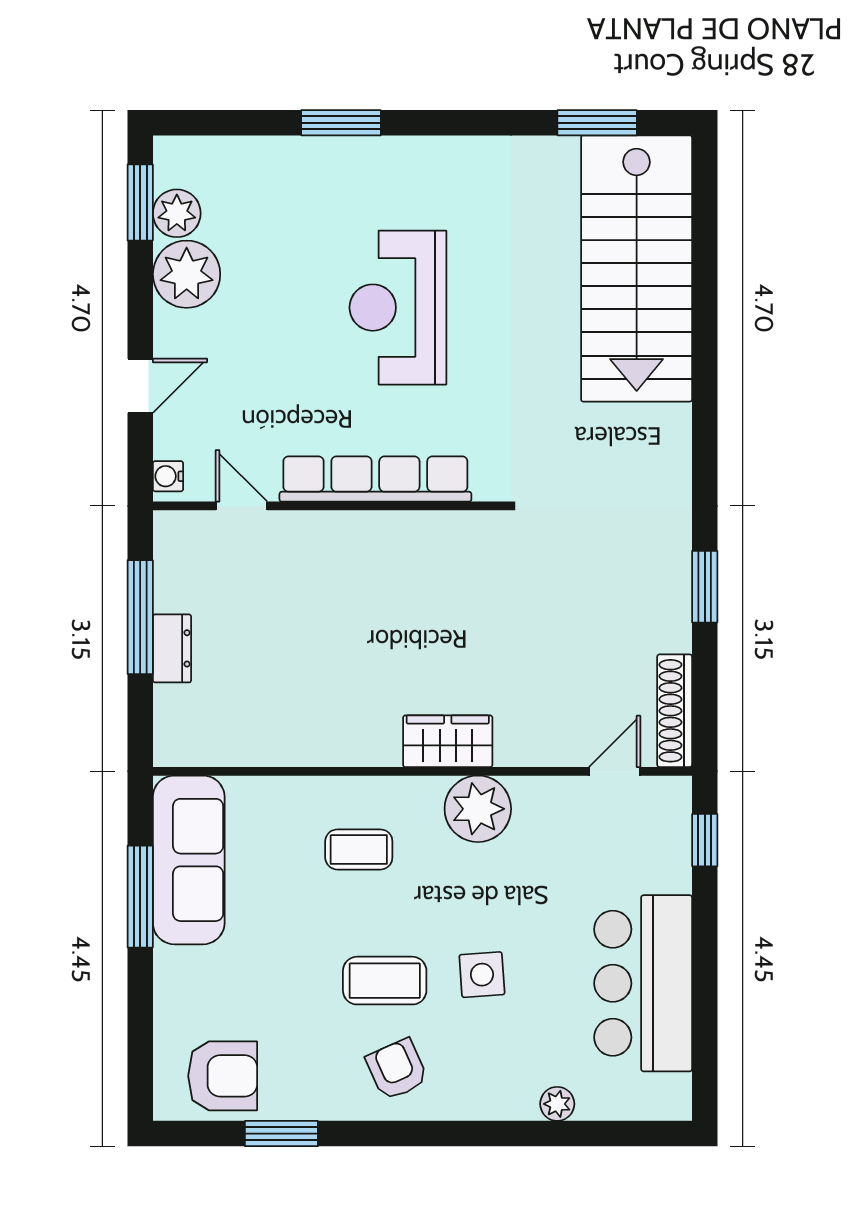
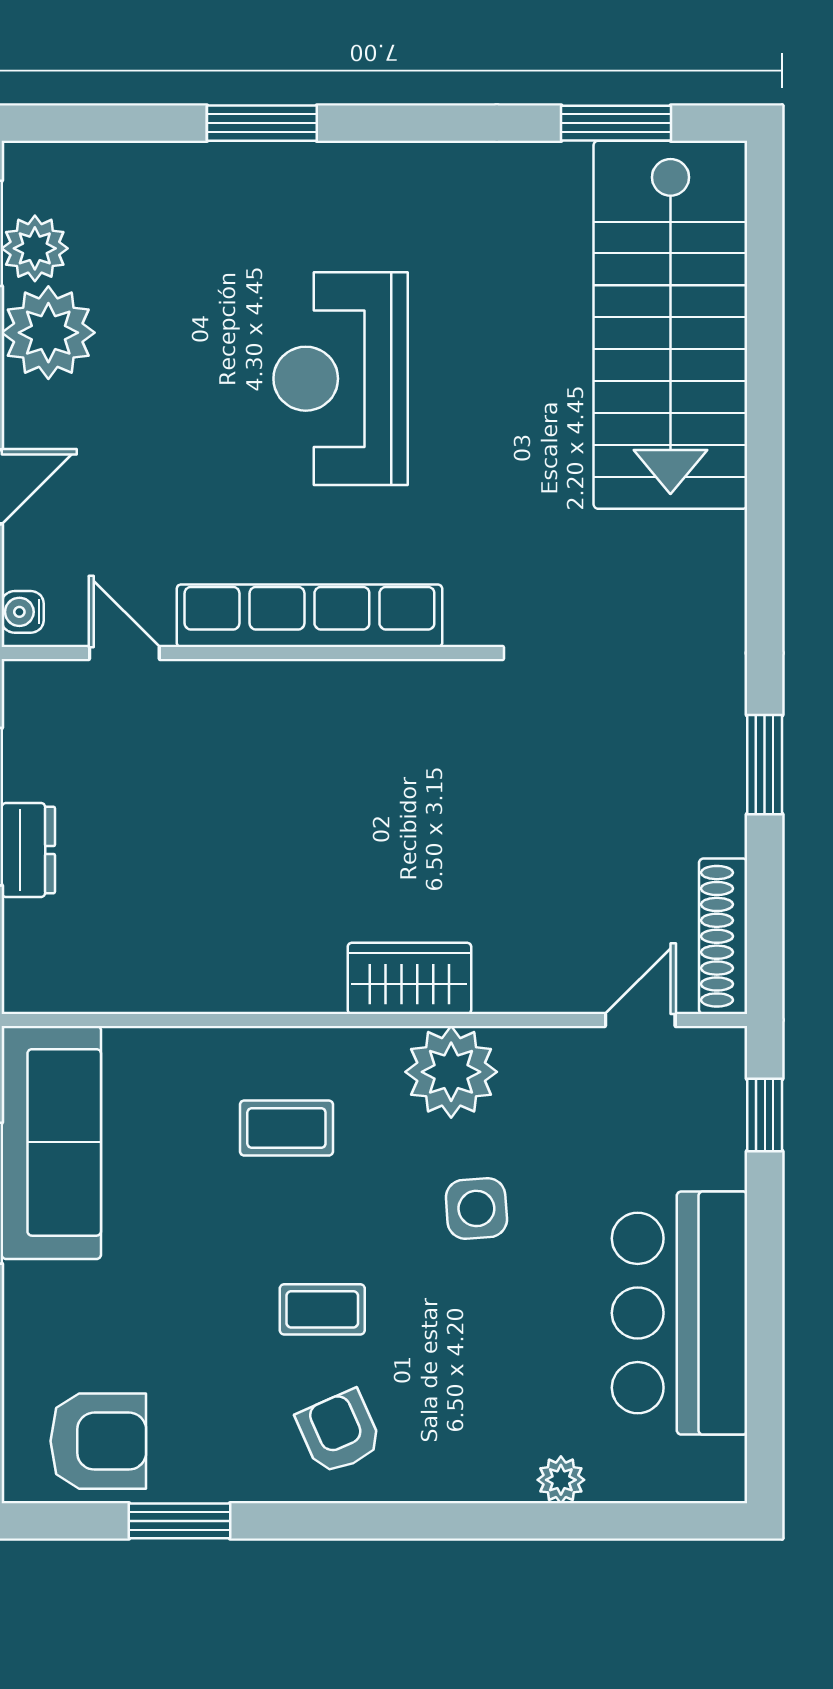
side table: (482, 975) -> (476, 1208), moved
coffee table: (385, 981) -> (322, 1309), width x0.73, depth x0.77

